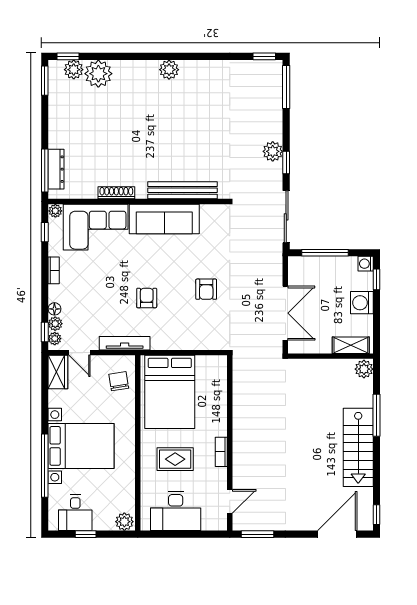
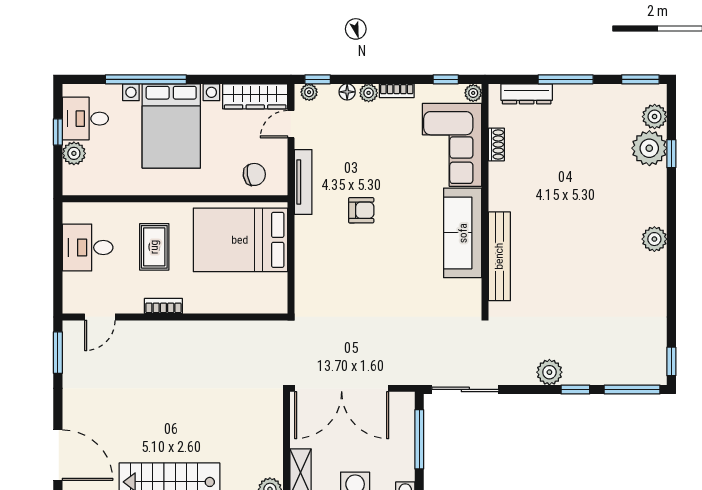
window: (68, 56) -> (671, 154), moved
window: (286, 163) -> (575, 389), moved
window: (45, 170) -> (566, 79), moved
shoe rack: (116, 193) -> (496, 145), moved, width x0.70
armchair: (206, 289) -> (372, 287), removed
double door: (285, 313) -> (342, 388), width x1.36
plant: (55, 324) -> (369, 93), moved
wardrobe: (58, 372) -> (255, 96), width x1.50
door: (230, 501) -> (100, 317), hinge flipped
desk: (176, 511) -> (88, 247), width x0.73
plant: (124, 522) -> (74, 153), moved

